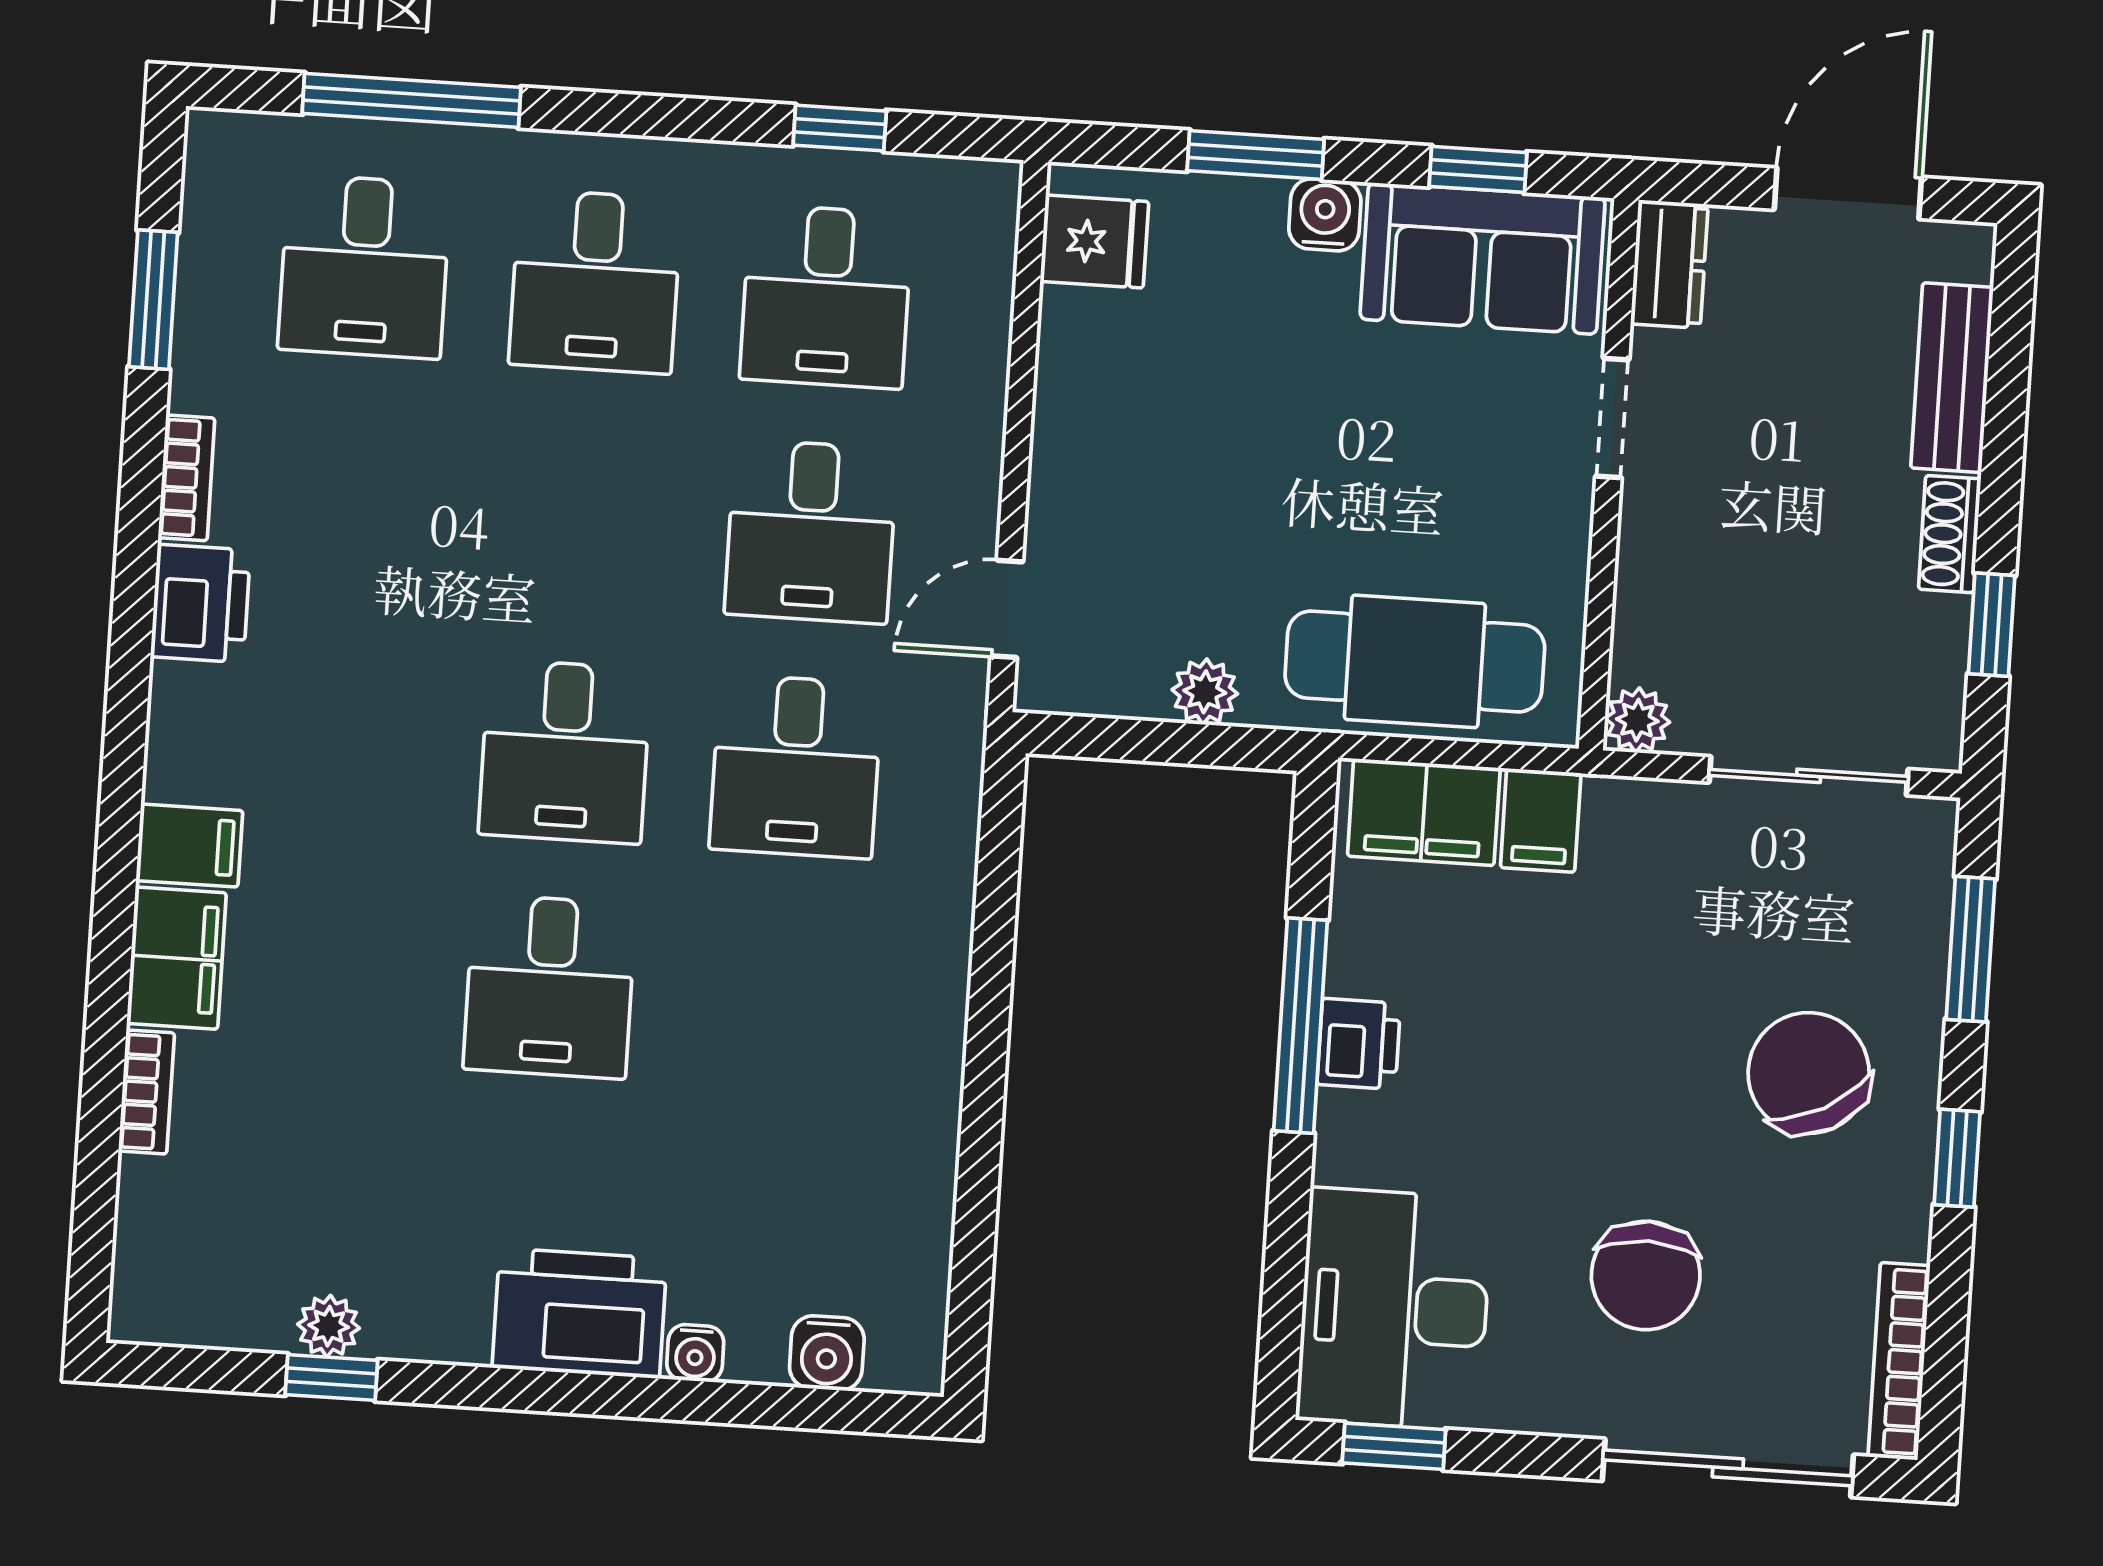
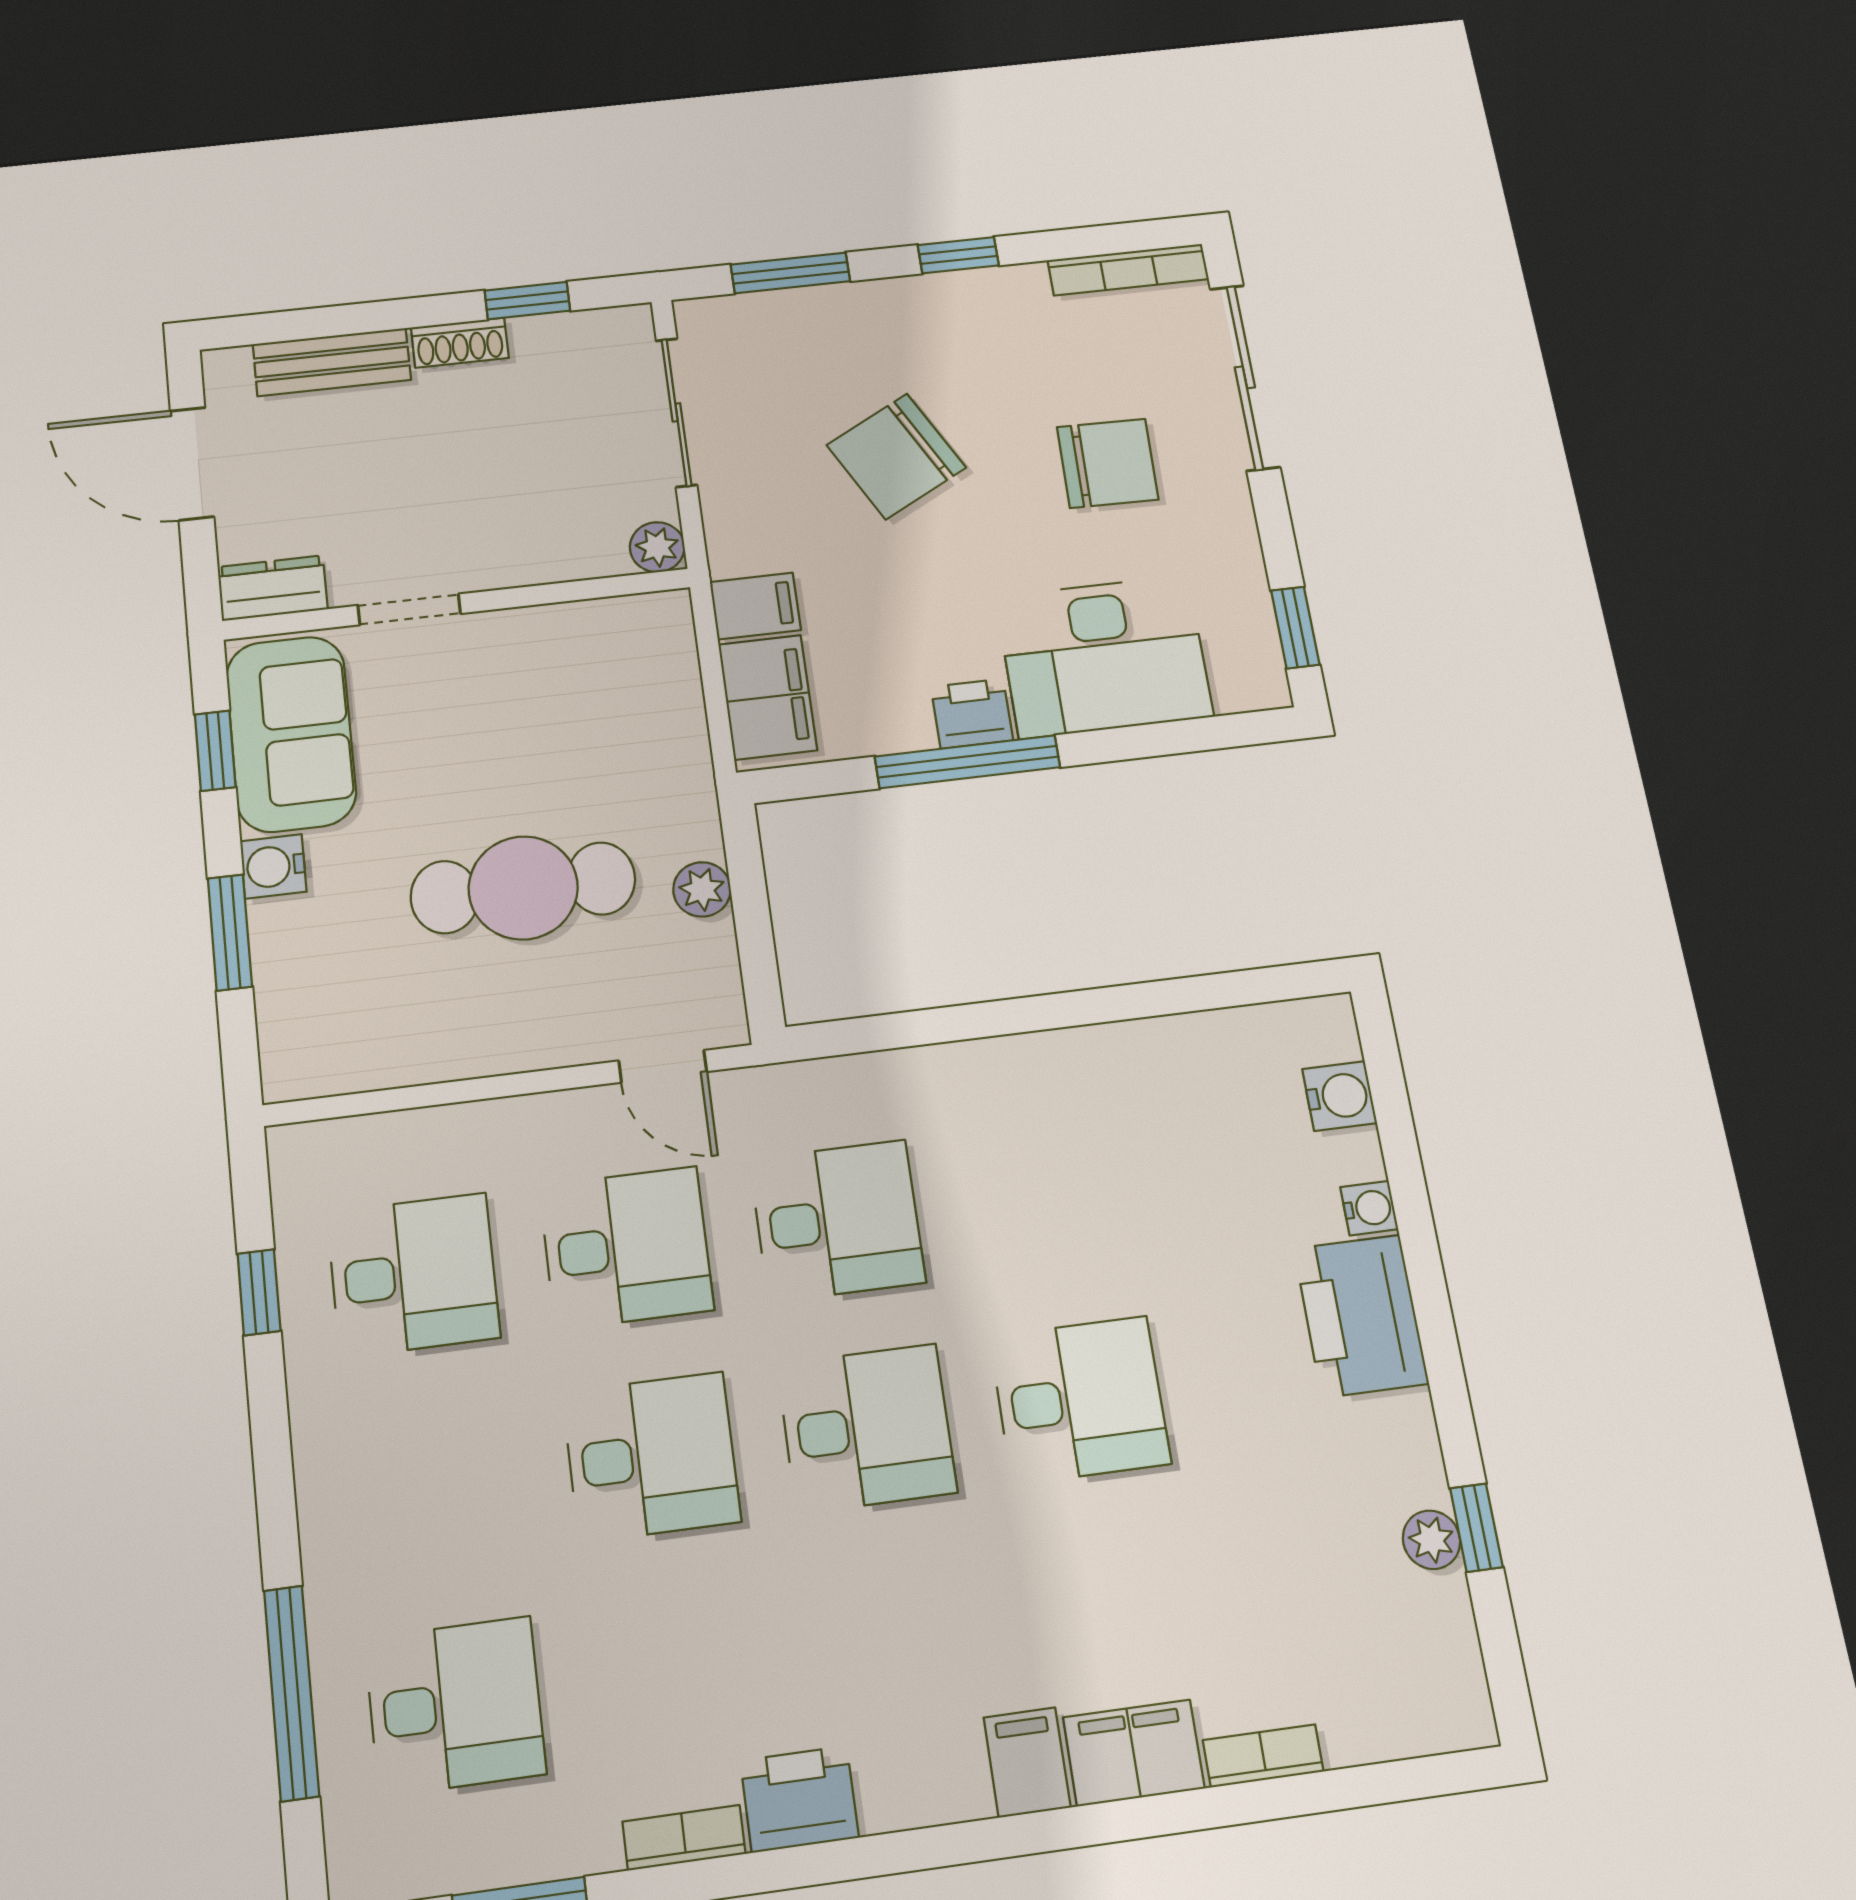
fridge: (1094, 242) -> (327, 1053), removed
desk: (595, 282) -> (651, 1457), moved
cafe table: (1415, 661) -> (523, 888), moved, turned 90
chair: (1809, 1073) -> (896, 456), moved
desk: (1394, 1309) -> (1104, 656), moved

